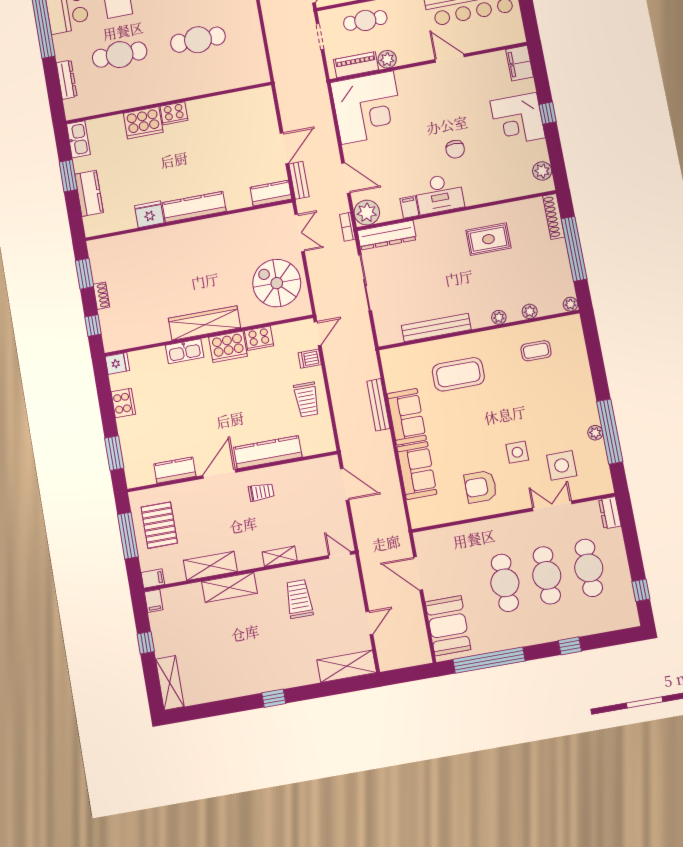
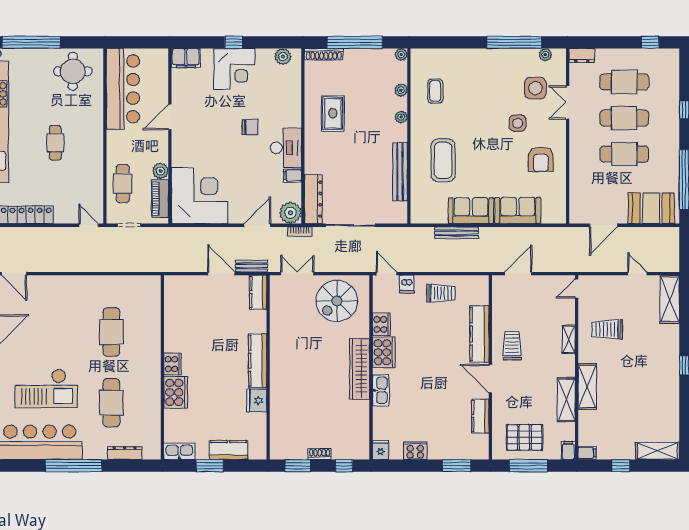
plant: (595, 433) -> (545, 55), moved
trolley: (261, 492) -> (512, 346), width x1.36, depth x1.39

